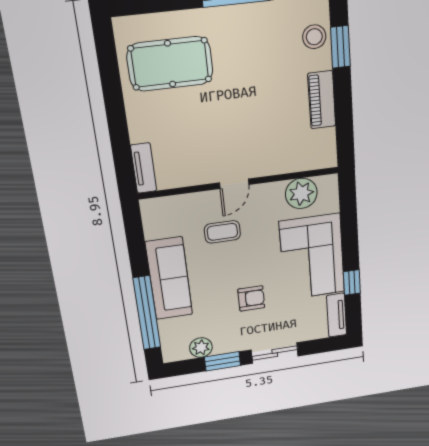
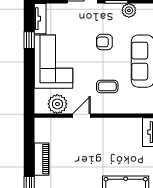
door: (234, 184) -> (82, 116), moved
armchair: (251, 298) -> (104, 42), moved

